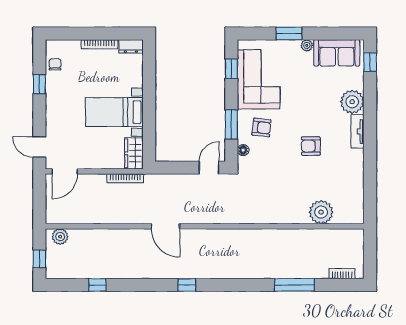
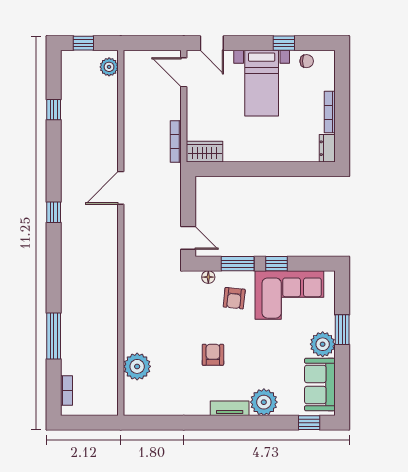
plant: (307, 45) -> (323, 344), width x1.88, depth x1.88
window: (231, 69) -> (276, 264), moved
bed with nightstands: (114, 112) -> (262, 83), moved, turned 180
door: (39, 147) -> (212, 43), swing flipped

